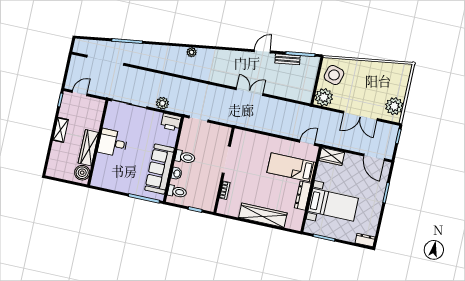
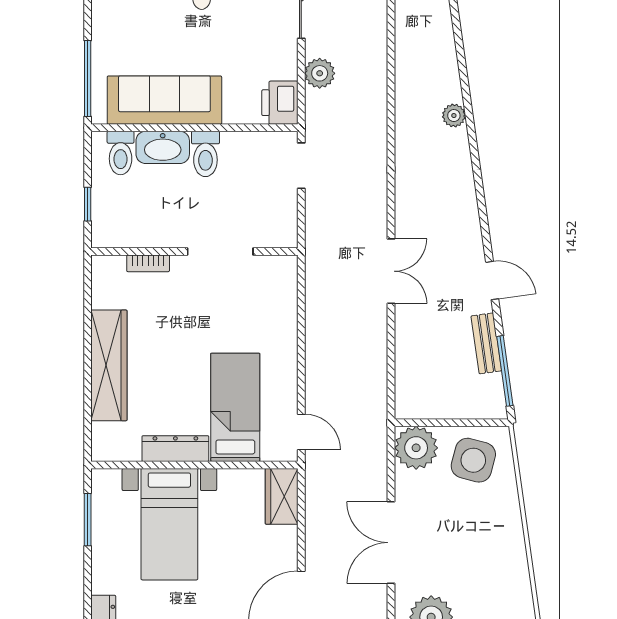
washbasin: (177, 173) -> (163, 147), width x1.91, depth x1.45

